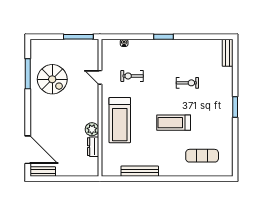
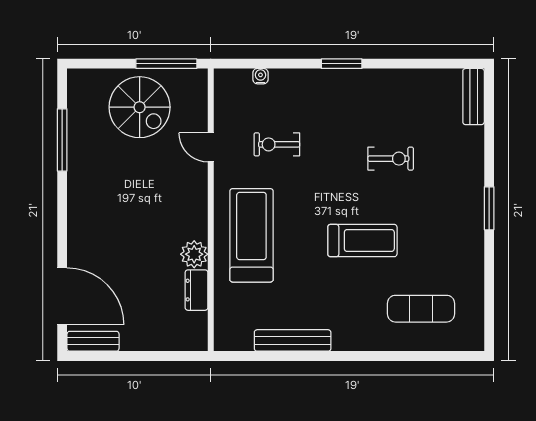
spiral stairs: (52, 79) -> (140, 107), moved
treadmill: (120, 120) -> (251, 235), turned 180
treadmill: (174, 123) -> (362, 241), turned 180

